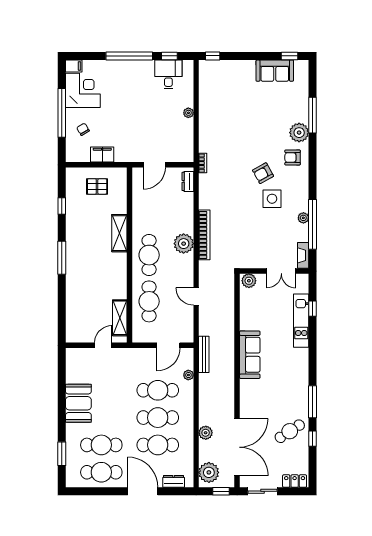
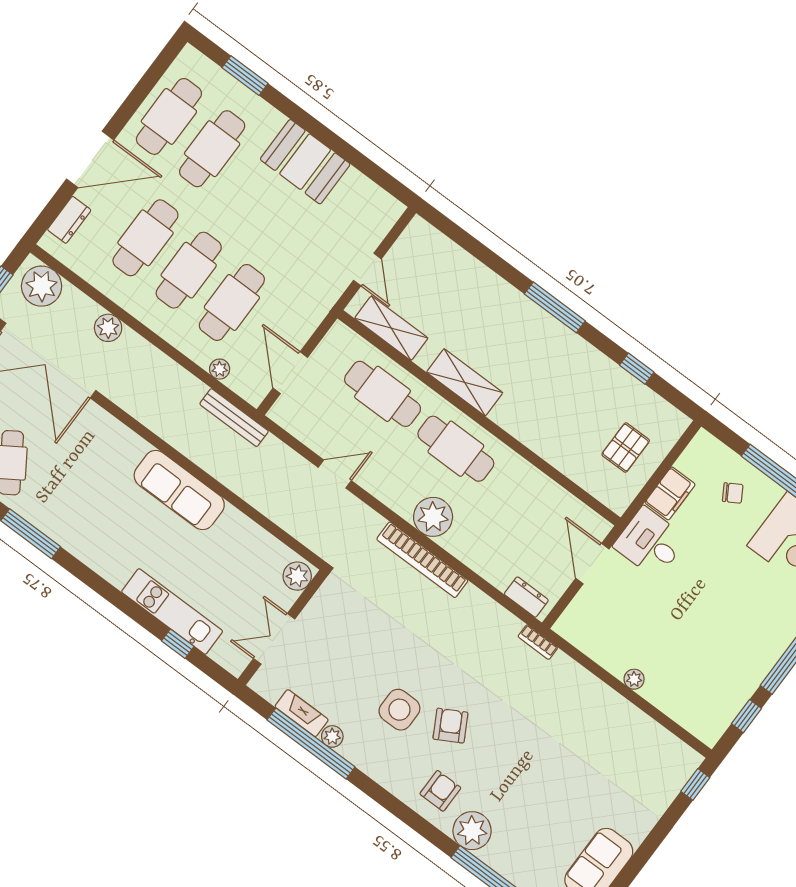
desk: (168, 74) -> (650, 543), moved, turned 180
shelving: (119, 233) -> (465, 382), moved
fireplace: (303, 255) -> (302, 713), moved

